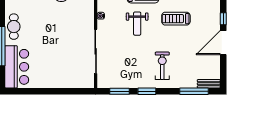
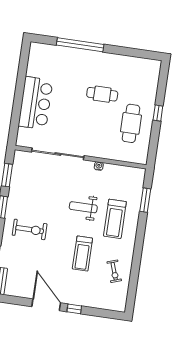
treadmill: (176, 19) -> (82, 254), turned 180
cafe table: (14, 27) -> (102, 94), moved
bar counter: (17, 67) -> (35, 103), moved, turned -90

